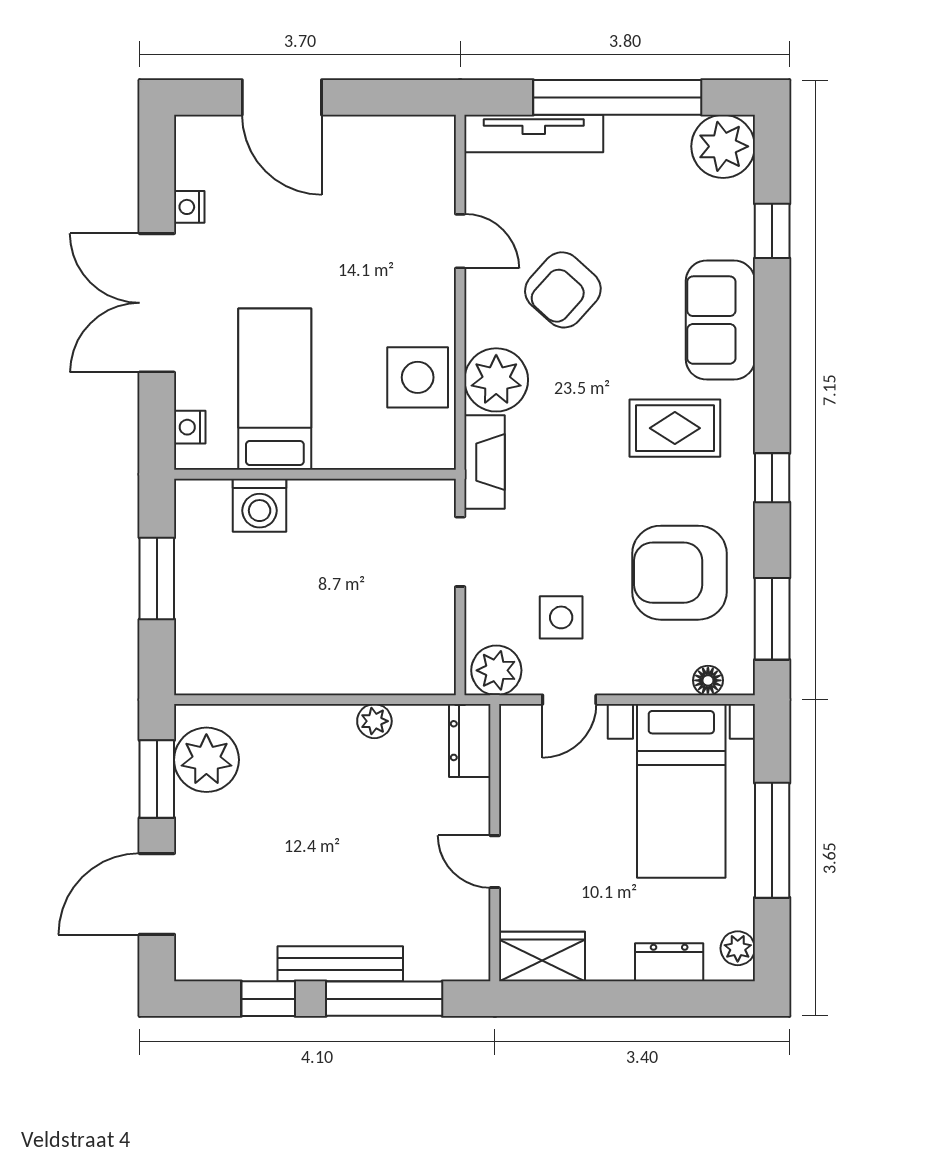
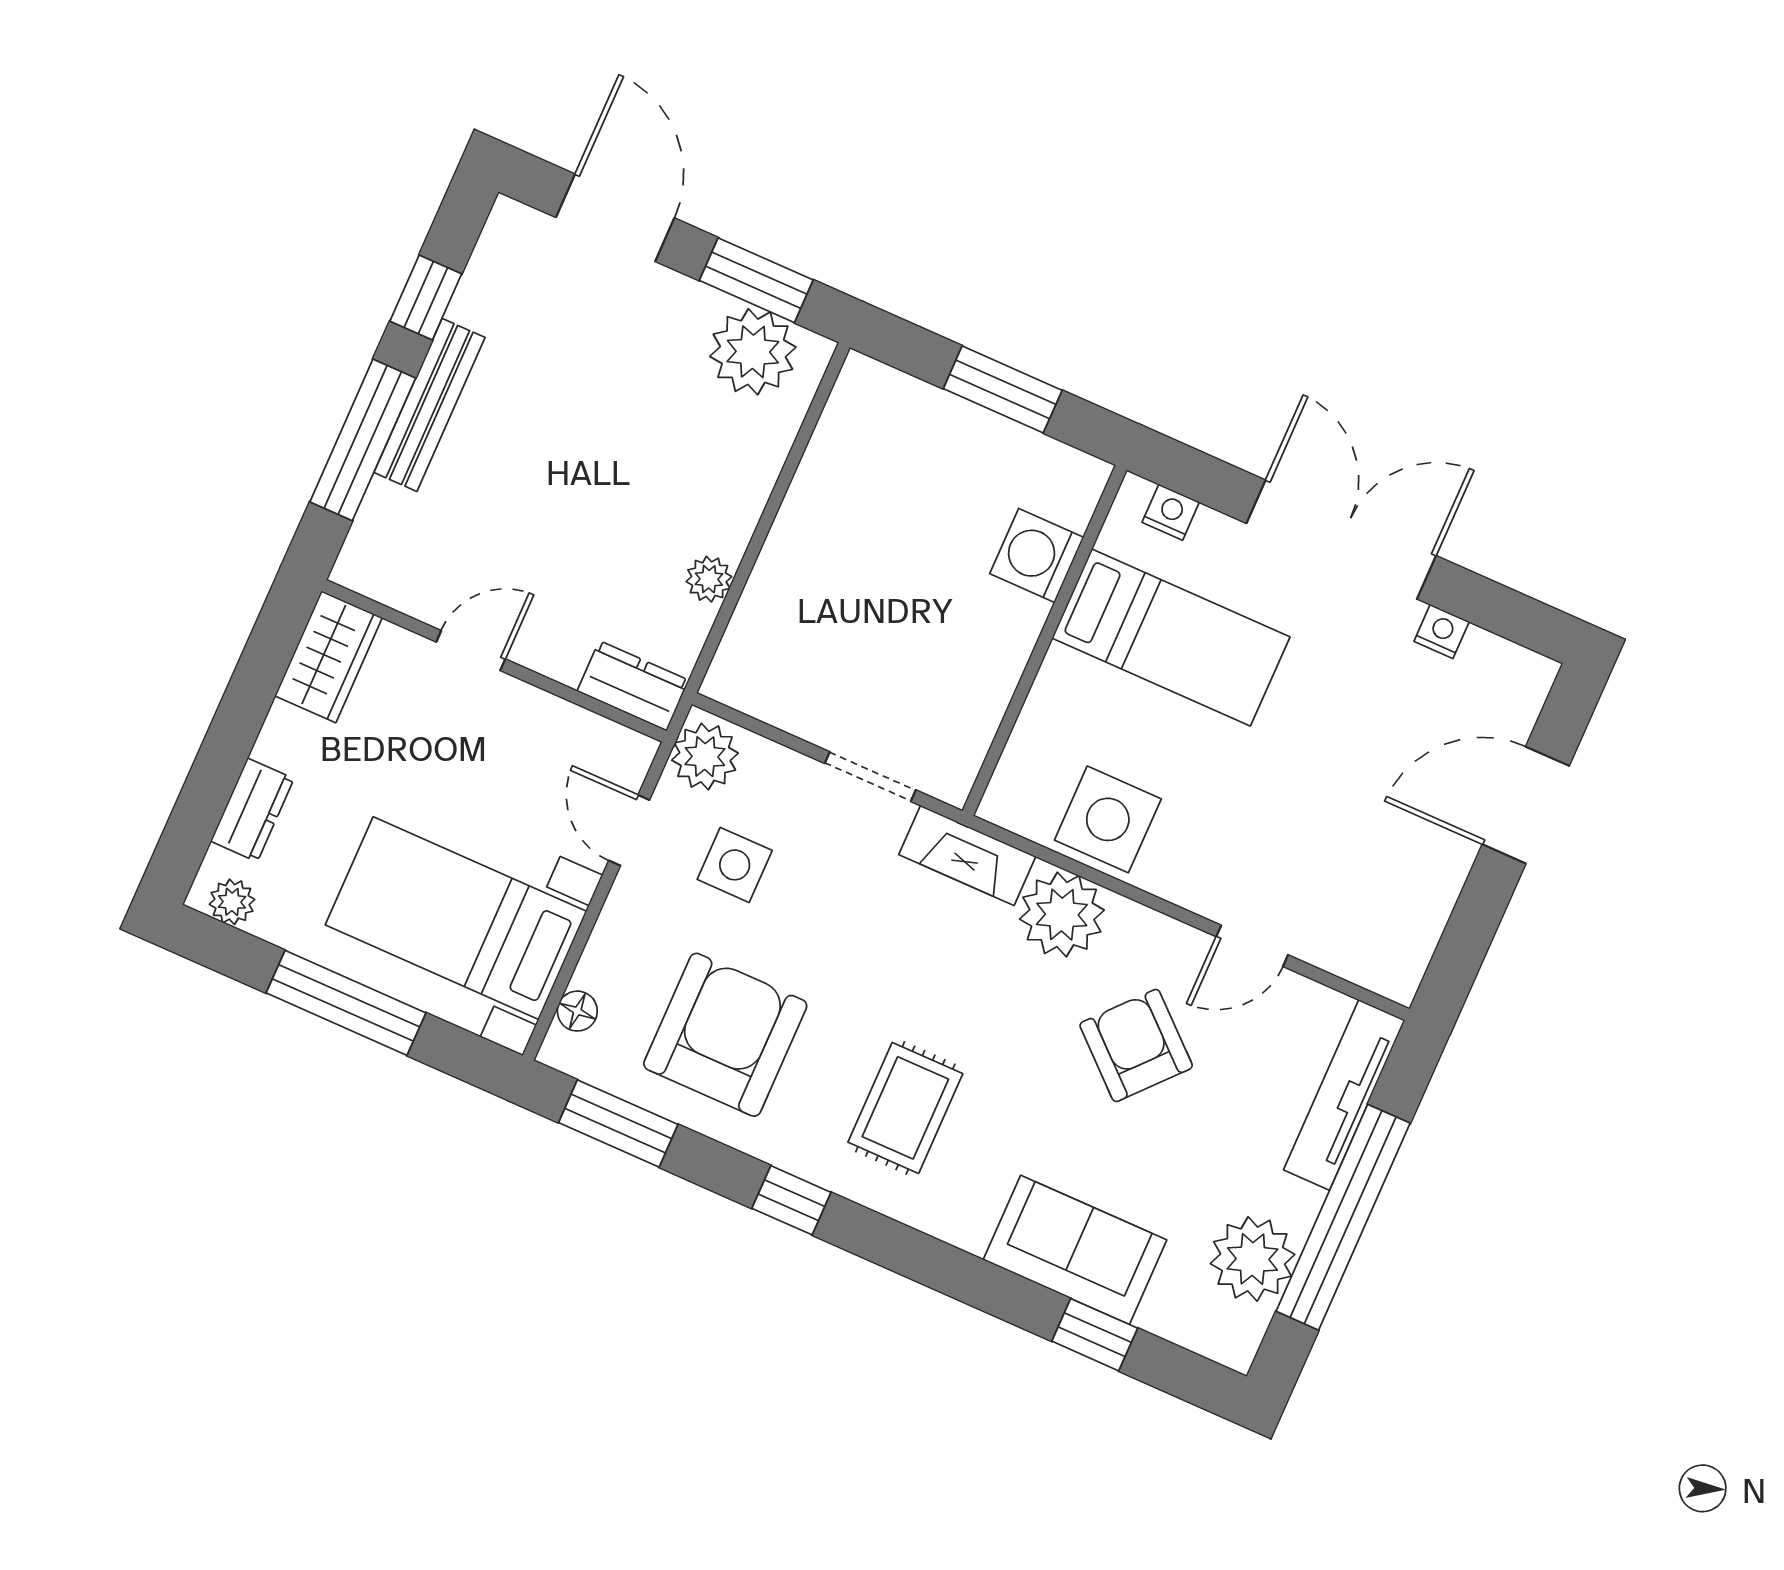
plant: (723, 146) -> (1253, 1259), moved
sofa: (720, 320) -> (1075, 1250), moved

